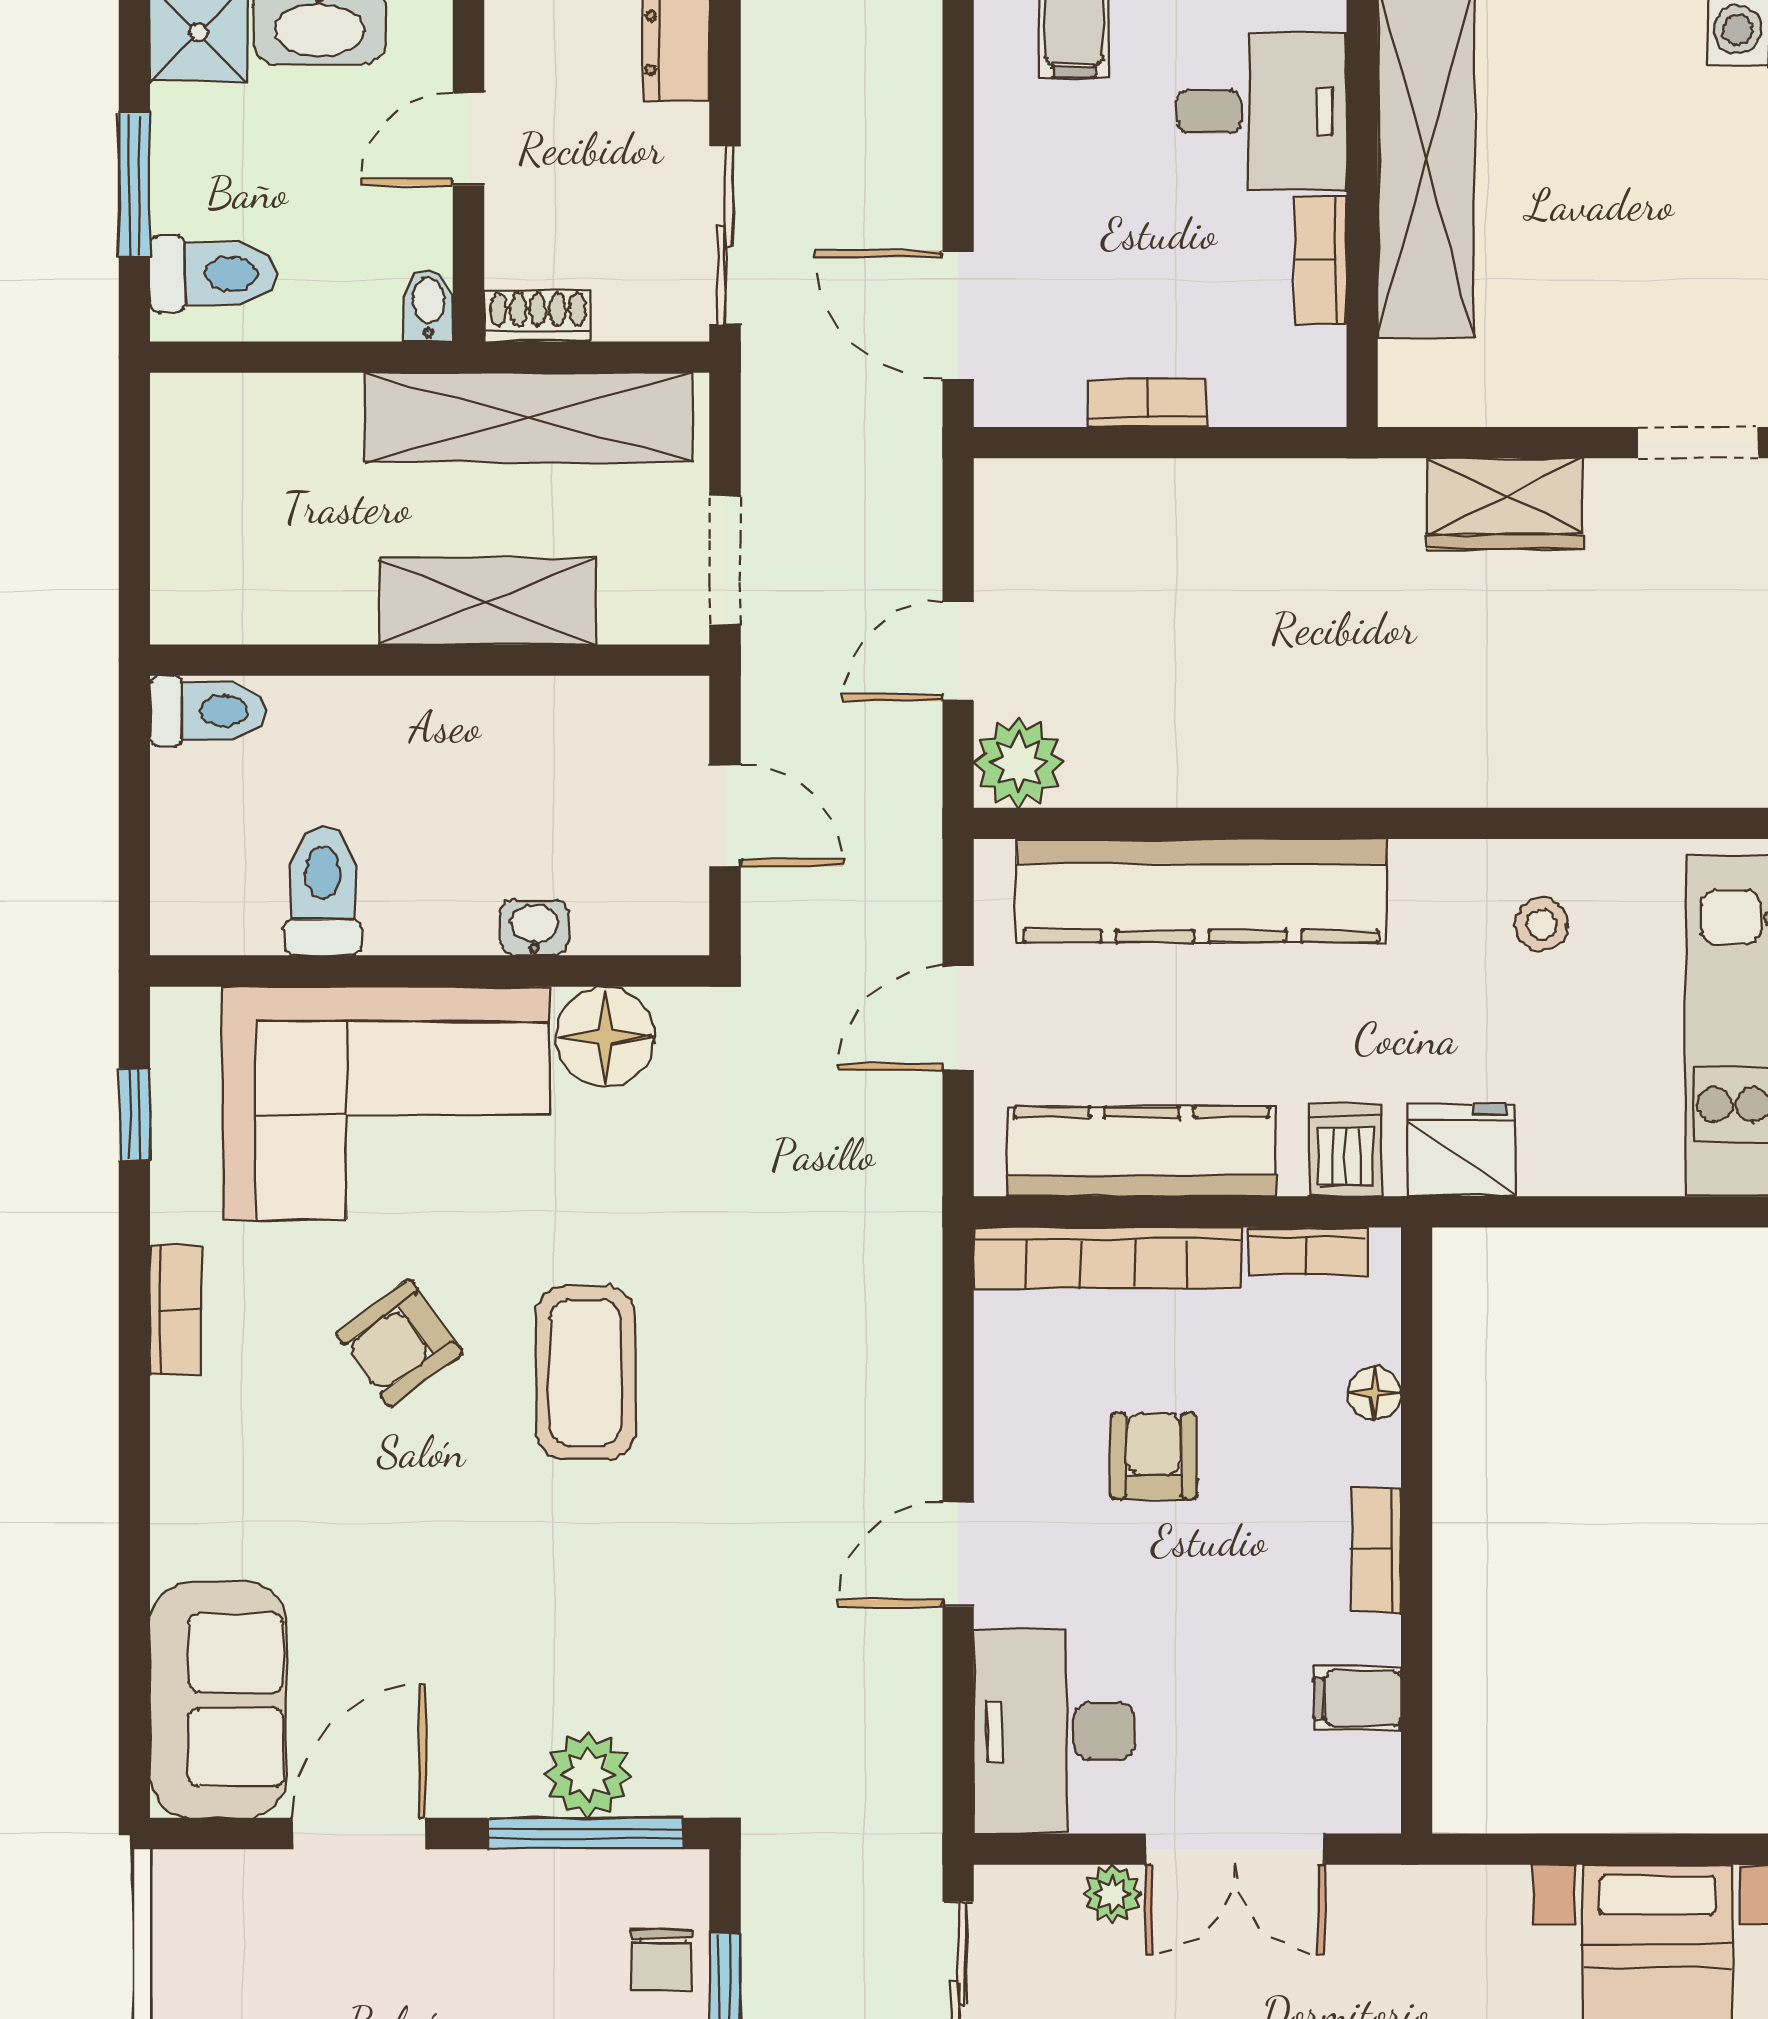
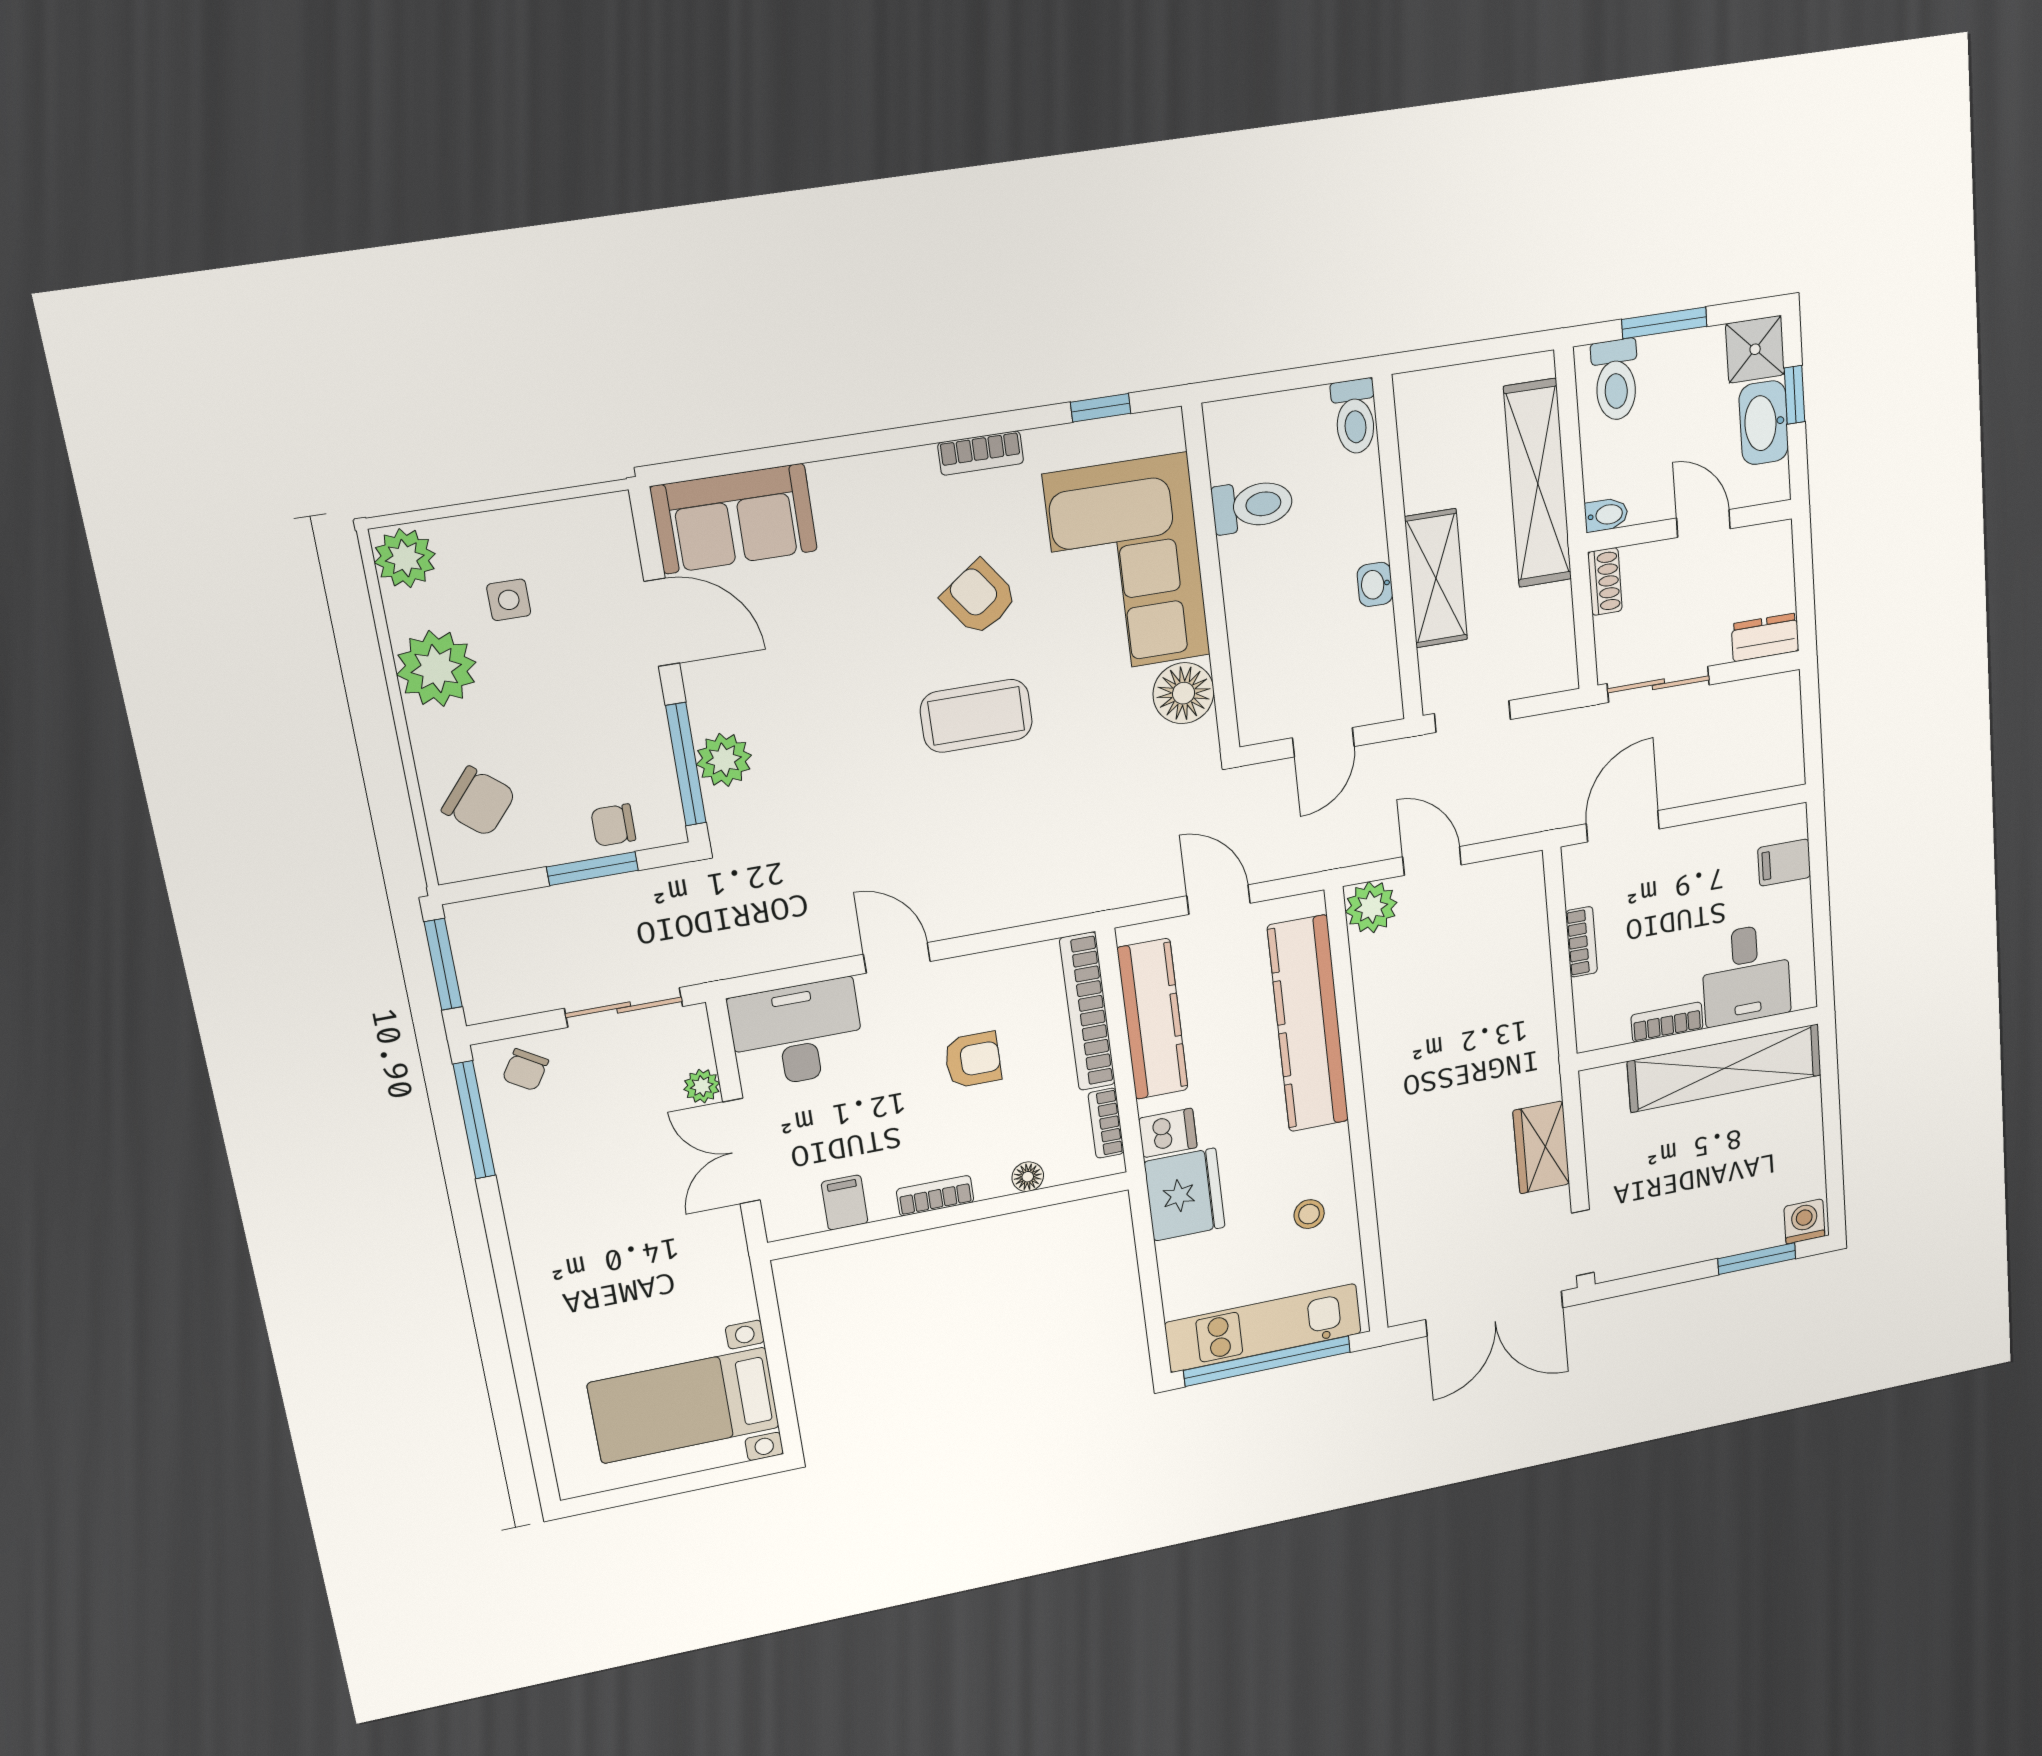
shelving: (528, 417) -> (1538, 483), moved
washbasin: (535, 927) -> (1375, 584), moved, turned 180
fridge: (1461, 1150) -> (1185, 1195), width x1.36, depth x1.34

